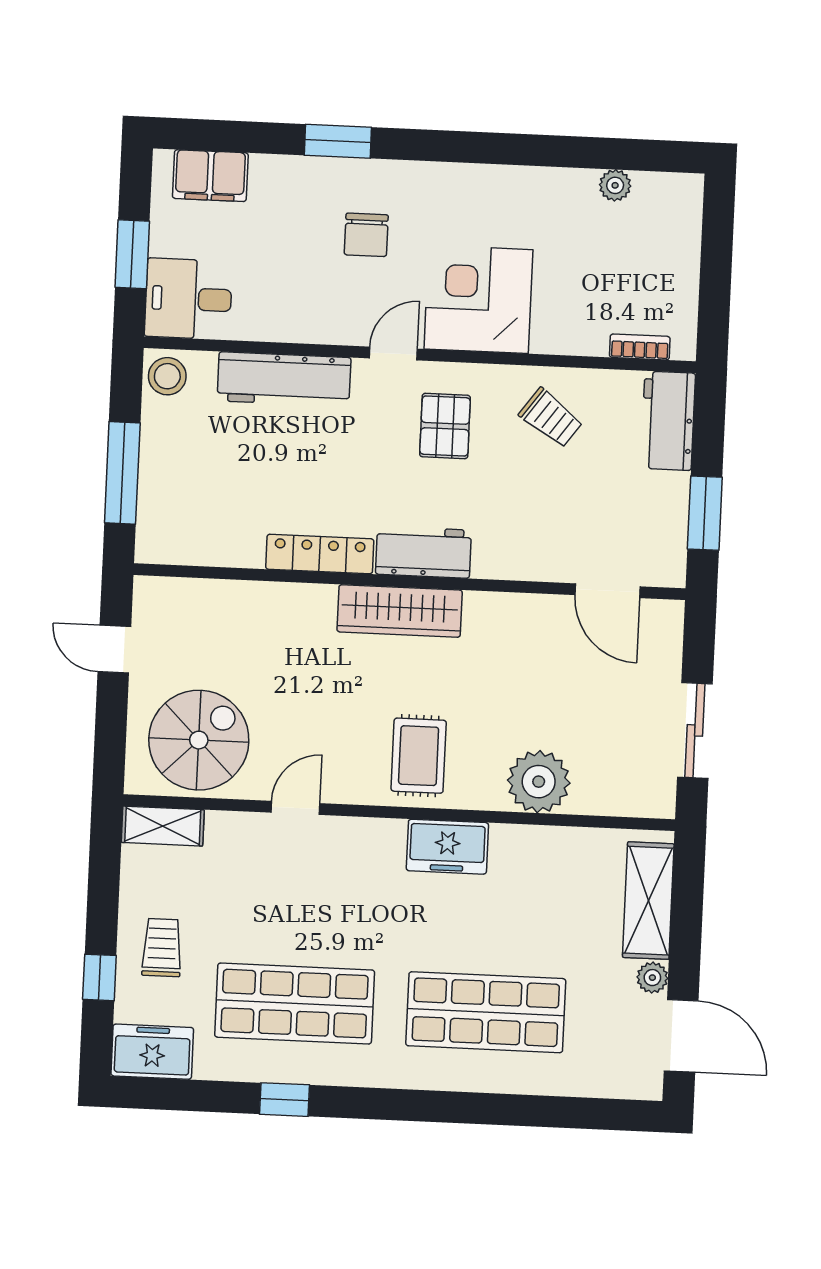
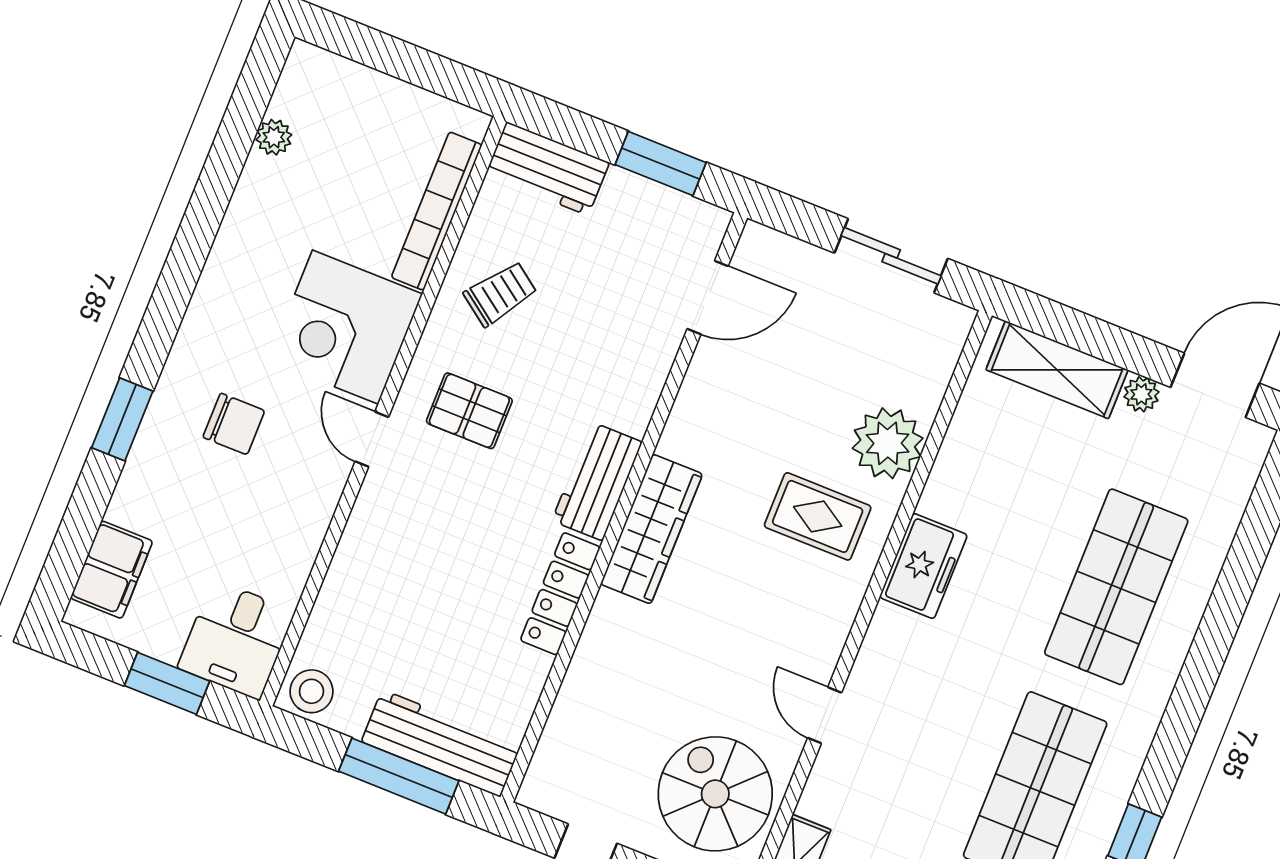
bookcase: (640, 347) -> (437, 211), width x2.31, depth x1.31
workbench: (284, 379) -> (441, 743), moved, turned -90
rug: (419, 756) -> (818, 516), moved

